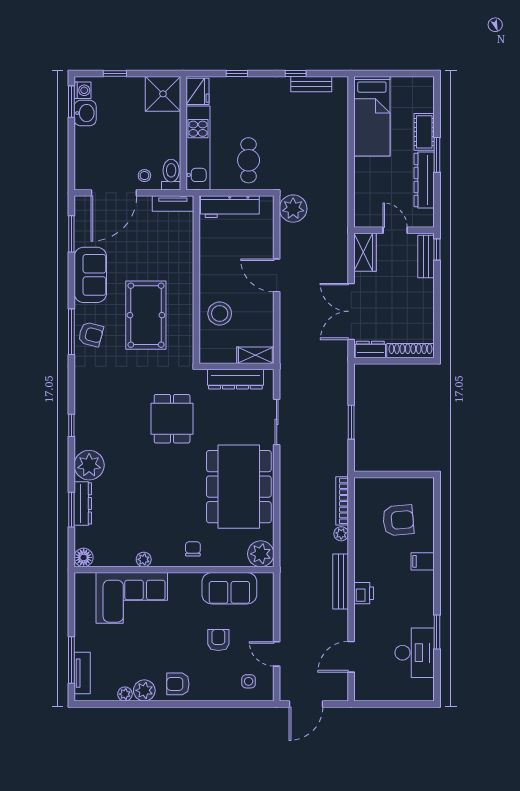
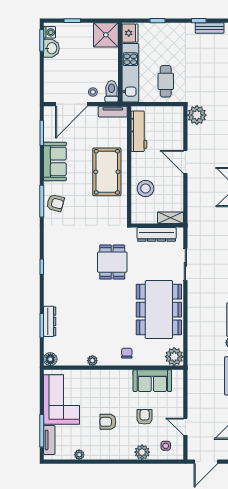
workbench: (230, 207) -> (139, 131), moved, turned -90
pool table: (146, 315) -> (107, 172), moved
plant: (89, 465) -> (54, 295), removed
corner sofa: (132, 598) -> (62, 399), moved, turned -90
armchair: (178, 684) -> (108, 422), moved
plant: (144, 690) -> (142, 452), moved

